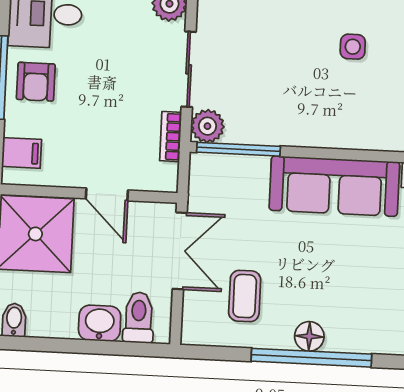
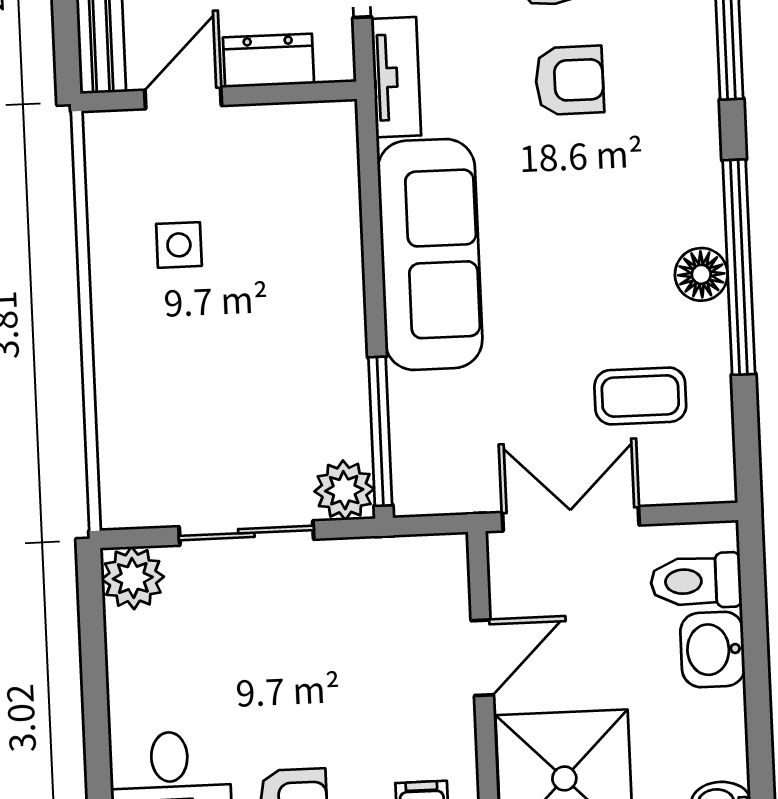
bookcase: (171, 137) -> (369, 554), removed

